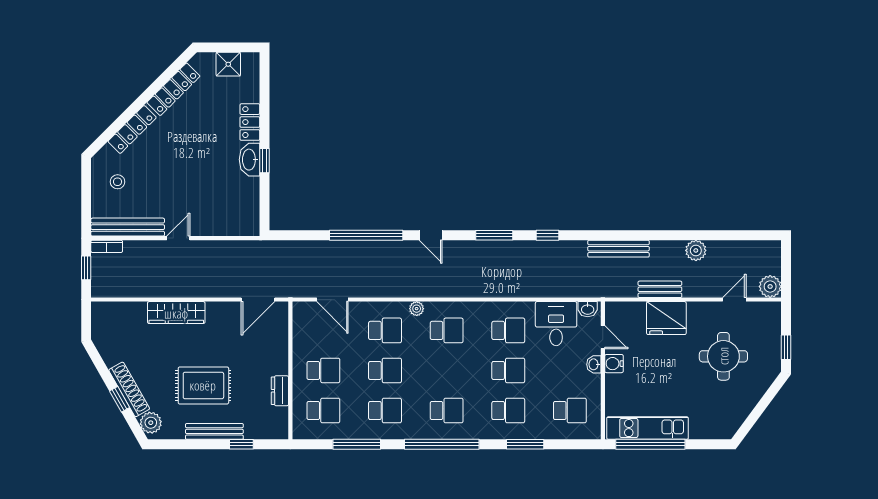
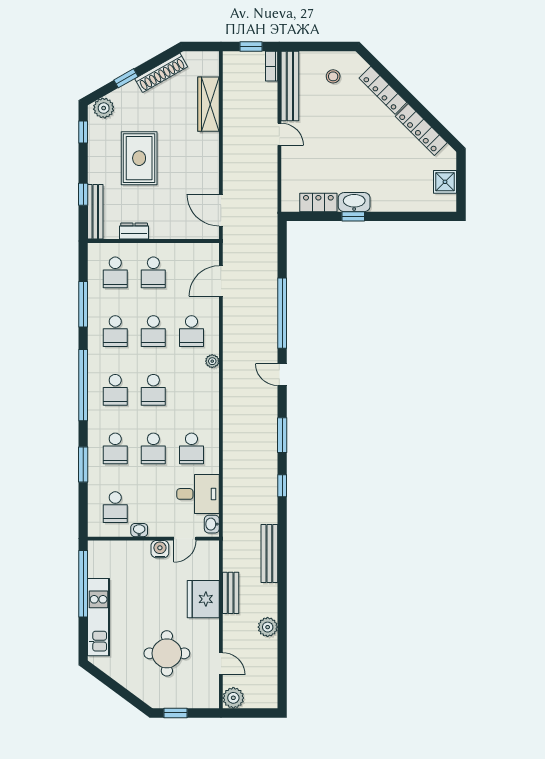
locker: (250, 122) -> (318, 202), moved
door: (431, 235) -> (282, 375), hinge flipped
wardrobe: (176, 313) -> (209, 104), moved
school desk: (447, 330) -> (153, 390), moved
washbasin: (594, 364) -> (139, 530), moved
shoe rack: (129, 389) -> (161, 73), moved
kitchen unit: (648, 428) -> (99, 617), moved
bench: (214, 431) -> (95, 212), moved
window: (176, 444) -> (83, 132), added

